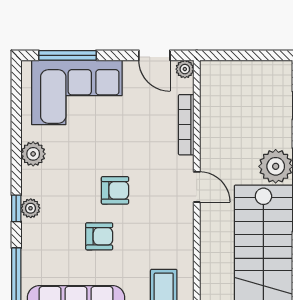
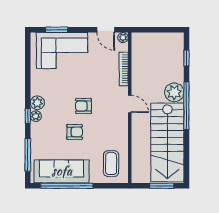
window: (67, 55) -> (57, 30), width x0.69
plant: (33, 154) -> (37, 103), moved
armchair: (115, 190) -> (84, 106), turned 180

